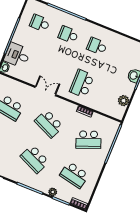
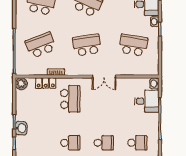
plant: (124, 101) -> (21, 84), moved
locker: (97, 106) -> (46, 83), added
school desk: (49, 124) -> (87, 45), turned -33

